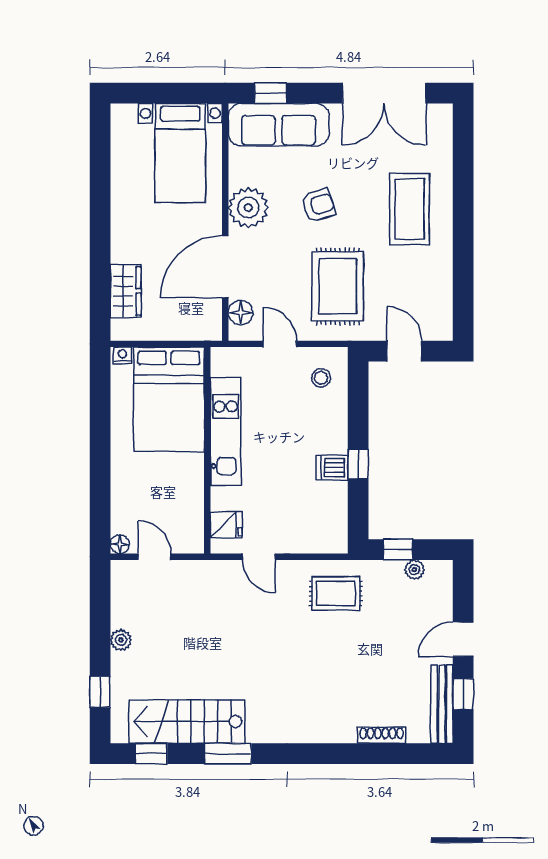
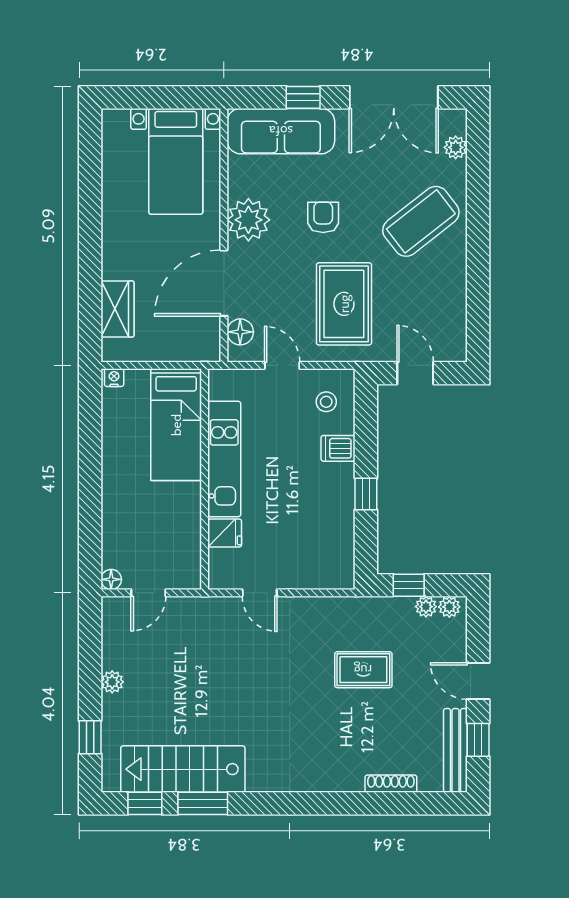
window: (270, 93) -> (303, 97), moved
plant: (442, 140) -> (456, 147), added
armchair: (318, 205) -> (323, 217), turned -72
coffee table: (410, 209) -> (421, 221), turned 52
bed: (169, 399) -> (176, 425), width x0.67
dishwasher: (332, 468) -> (338, 448), moved
fridge: (226, 525) -> (225, 533), moved
door: (155, 557) -> (148, 593), swing flipped
plant: (436, 570) -> (449, 607), added
rug: (336, 593) -> (363, 670), moved
door: (463, 639) -> (478, 681), hinge flipped
window: (228, 754) -> (203, 803), moved

